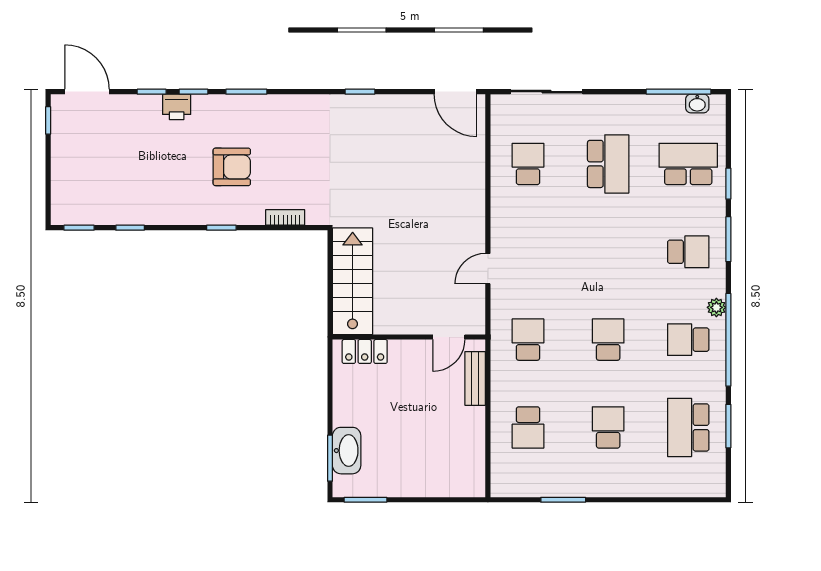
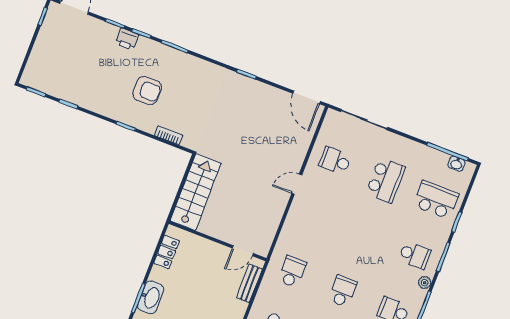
school desk: (528, 164) -> (335, 161), turned -90
door: (488, 269) -> (297, 184), moved
plant: (716, 307) -> (425, 283), moved
locker: (365, 351) -> (167, 252), moved, turned -90

